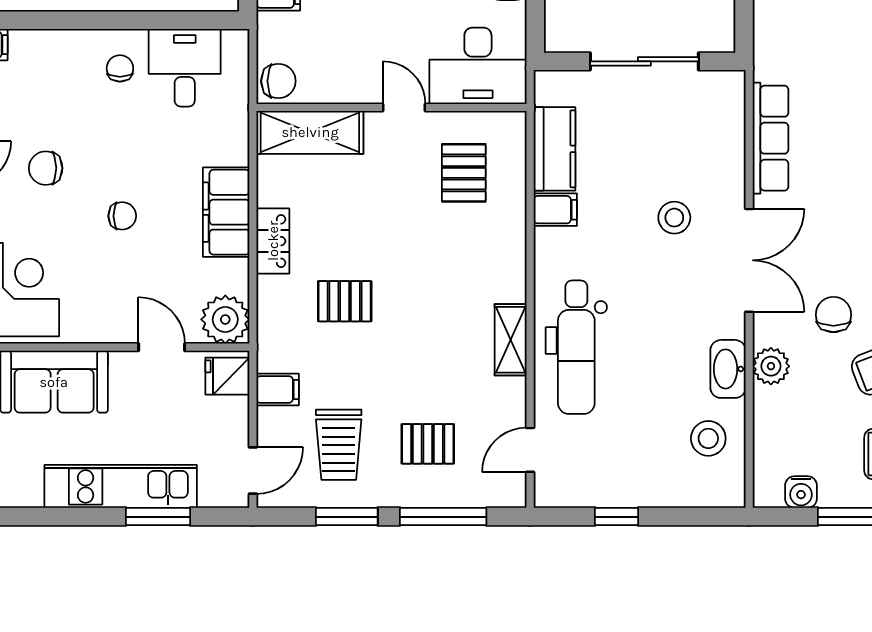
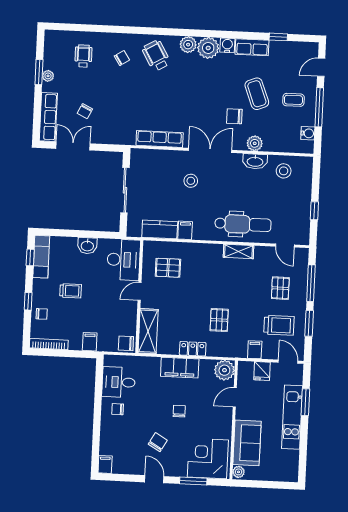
chair: (278, 81) -> (126, 343), turned -90
chair: (46, 168) -> (158, 442), turned -150
fridge: (227, 376) -> (262, 371), moved

